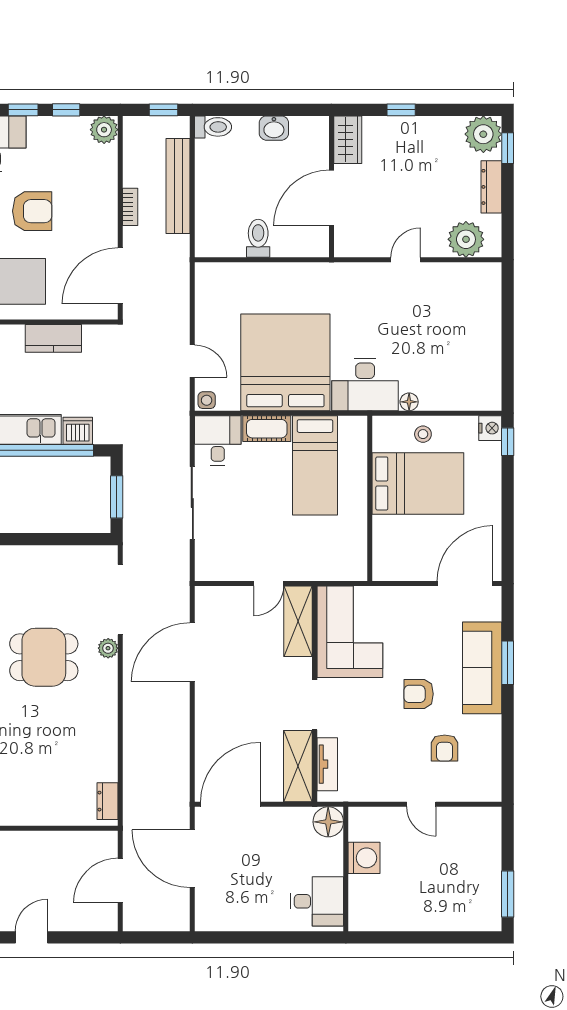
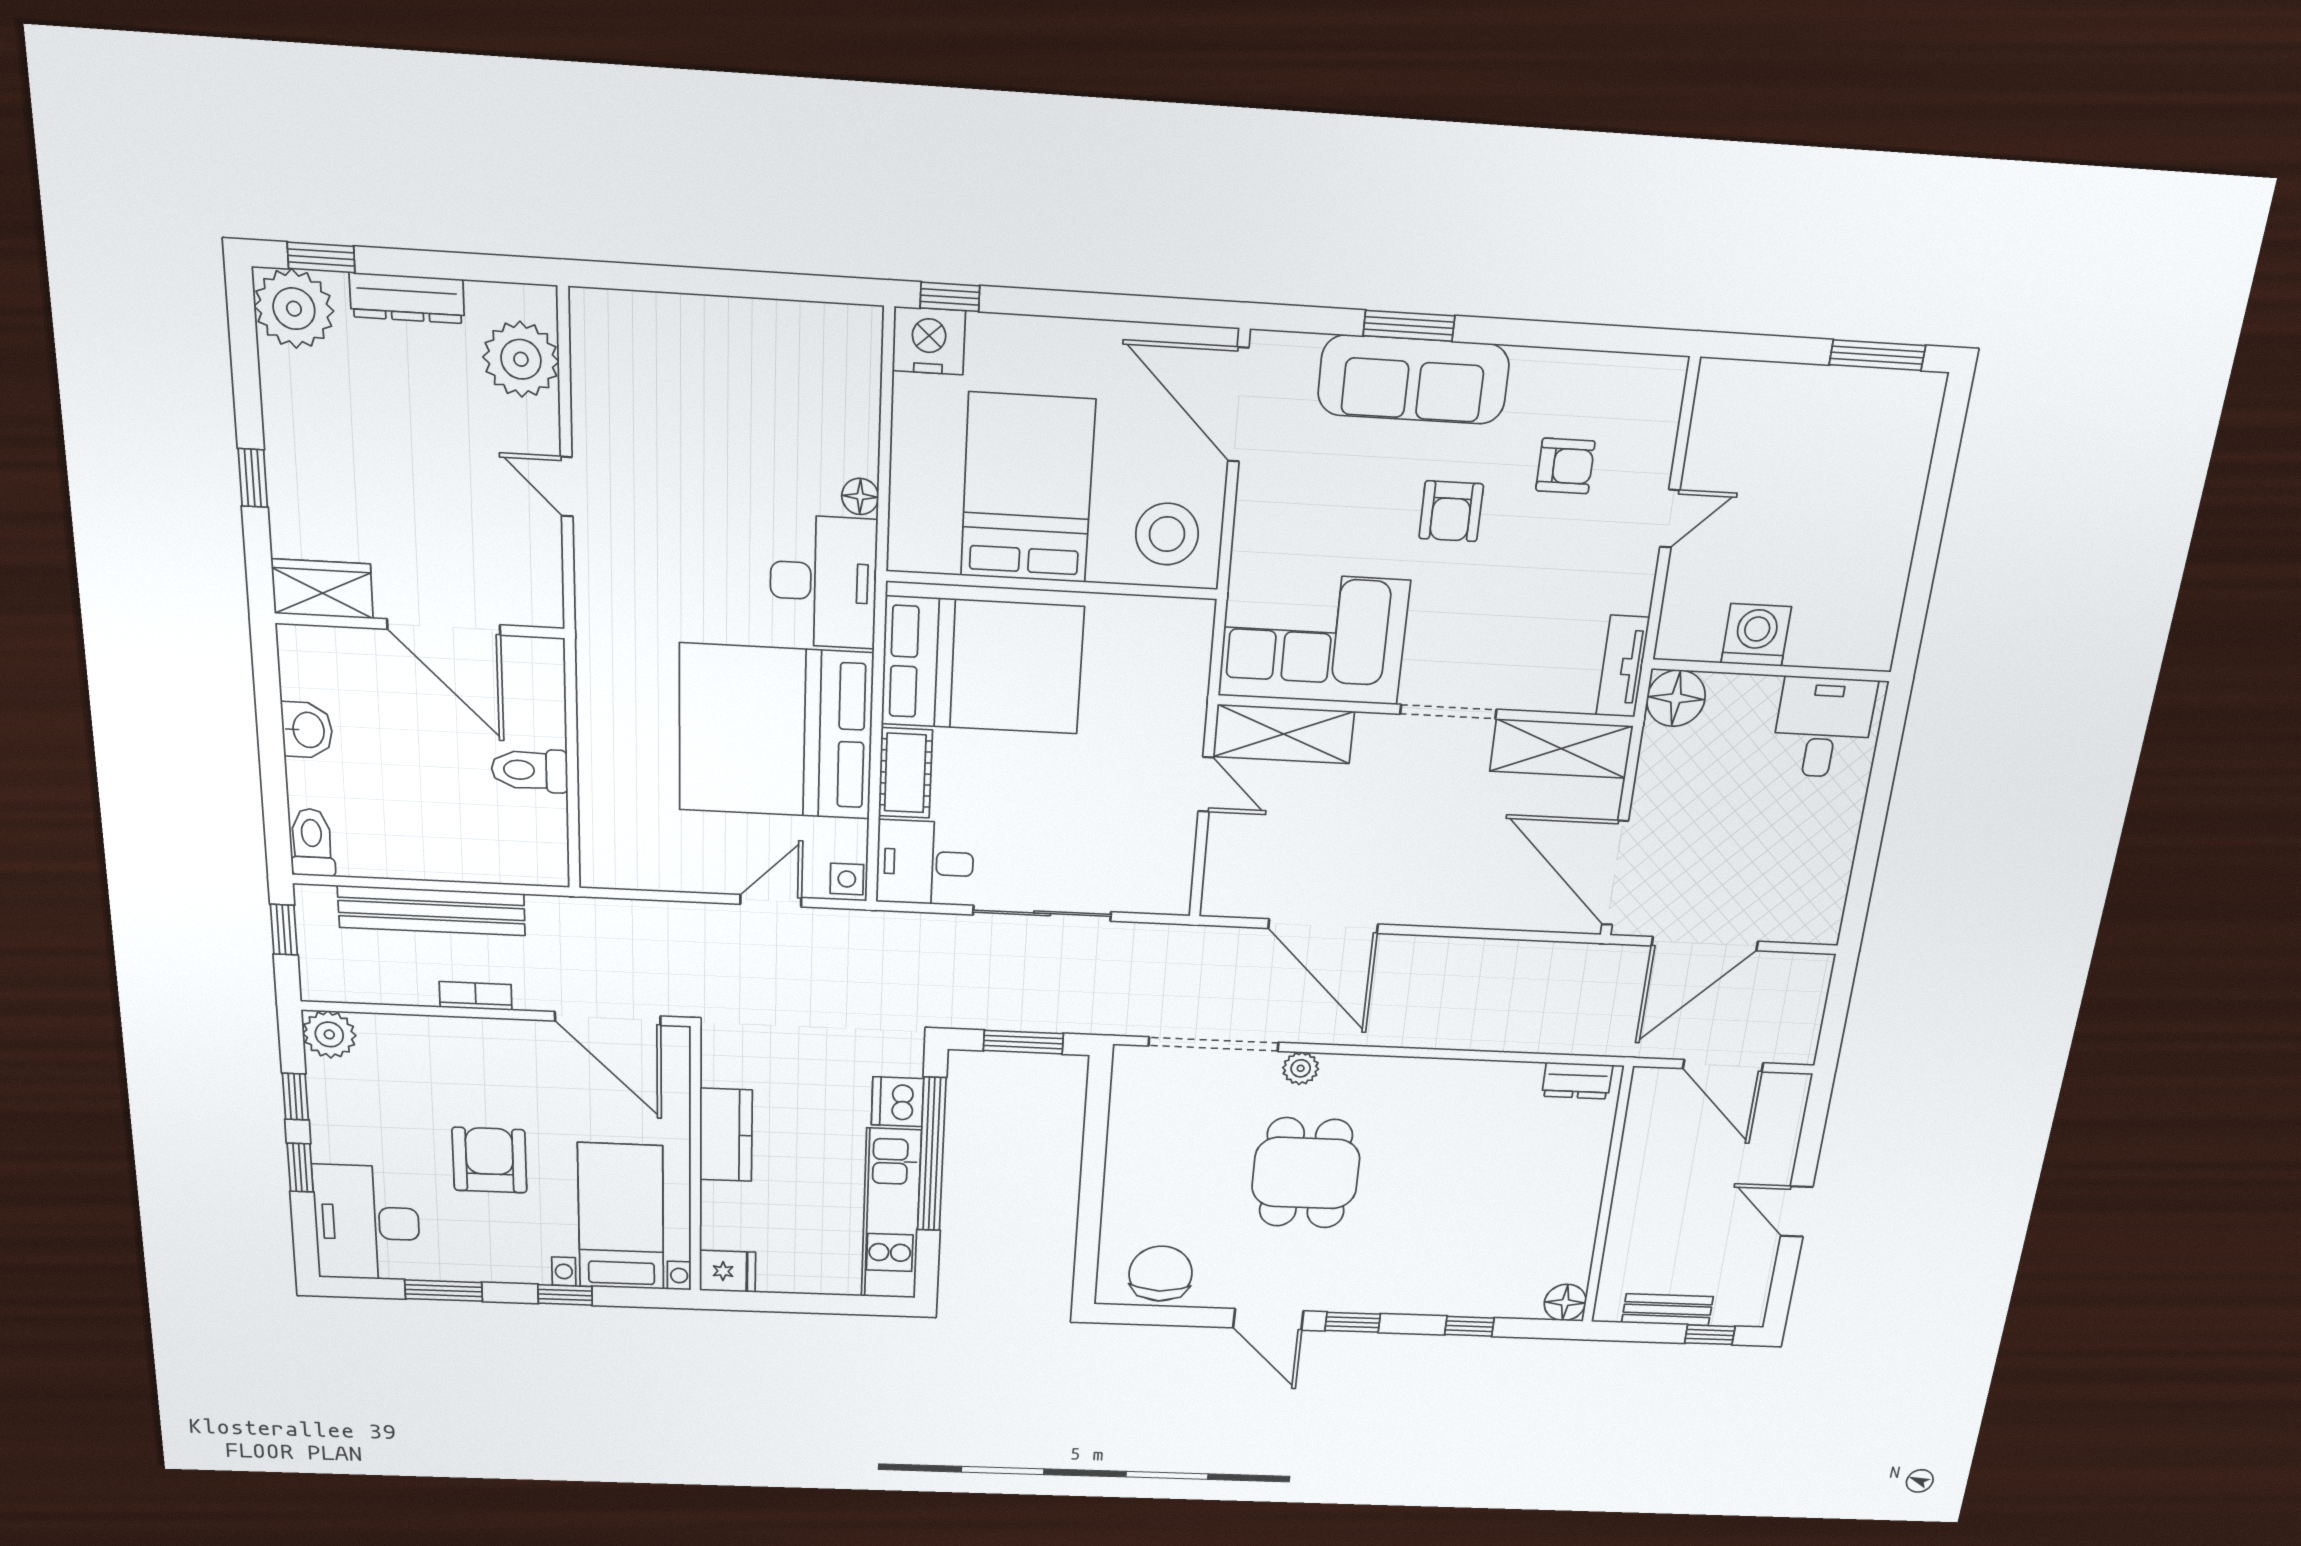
nightstand: (490, 428) -> (929, 341), width x1.36, depth x1.33
stool: (423, 434) -> (1167, 534), moved, width x1.89, depth x1.89
bed: (315, 465) -> (982, 666), width x1.50
tv unit: (327, 764) -> (1623, 666), moved, turned -90

